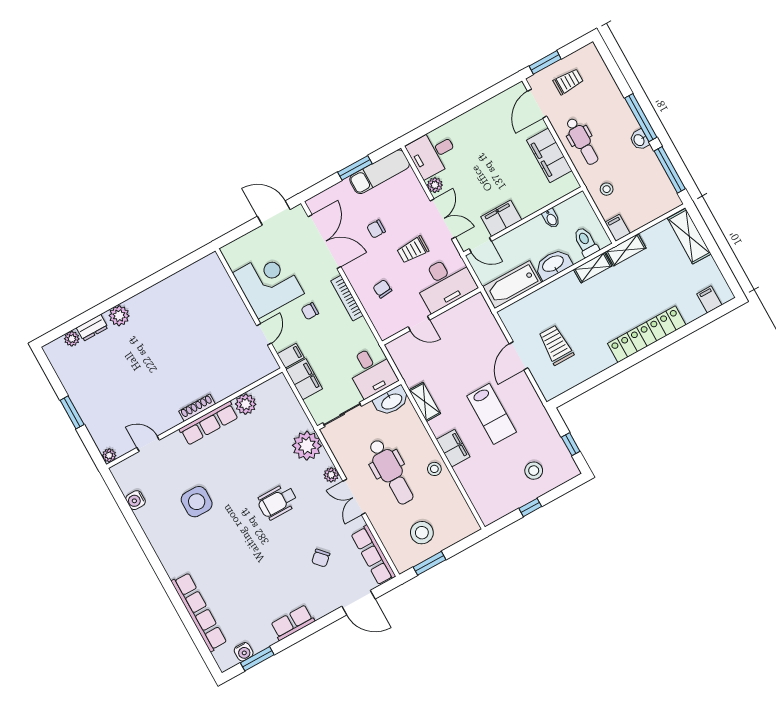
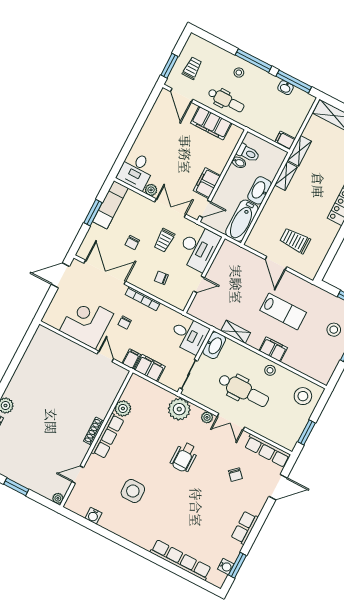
washbasin: (639, 140) -> (285, 88), moved
stool: (607, 189) -> (239, 73), moved
toilet: (586, 242) -> (248, 153), moved, turned 180
stool: (422, 533) -> (303, 396), moved

